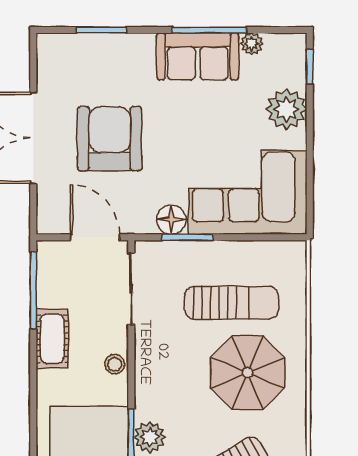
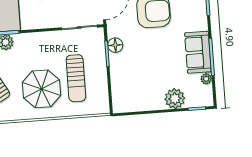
corner sofa: (248, 192) -> (132, 82), removed
stool: (115, 364) -> (41, 22), removed

